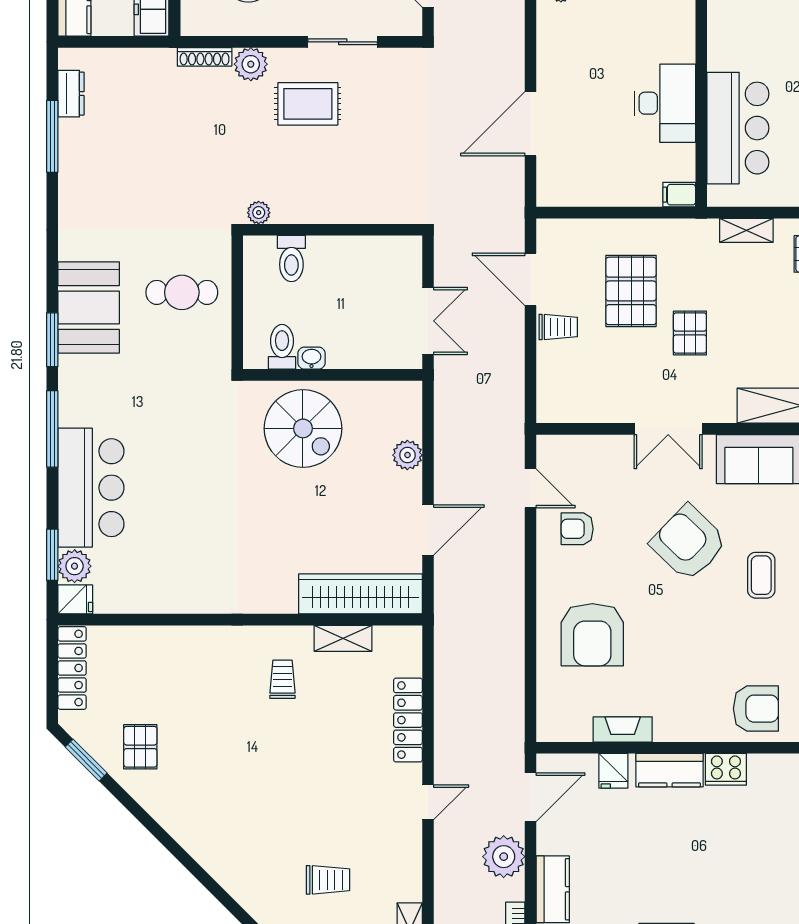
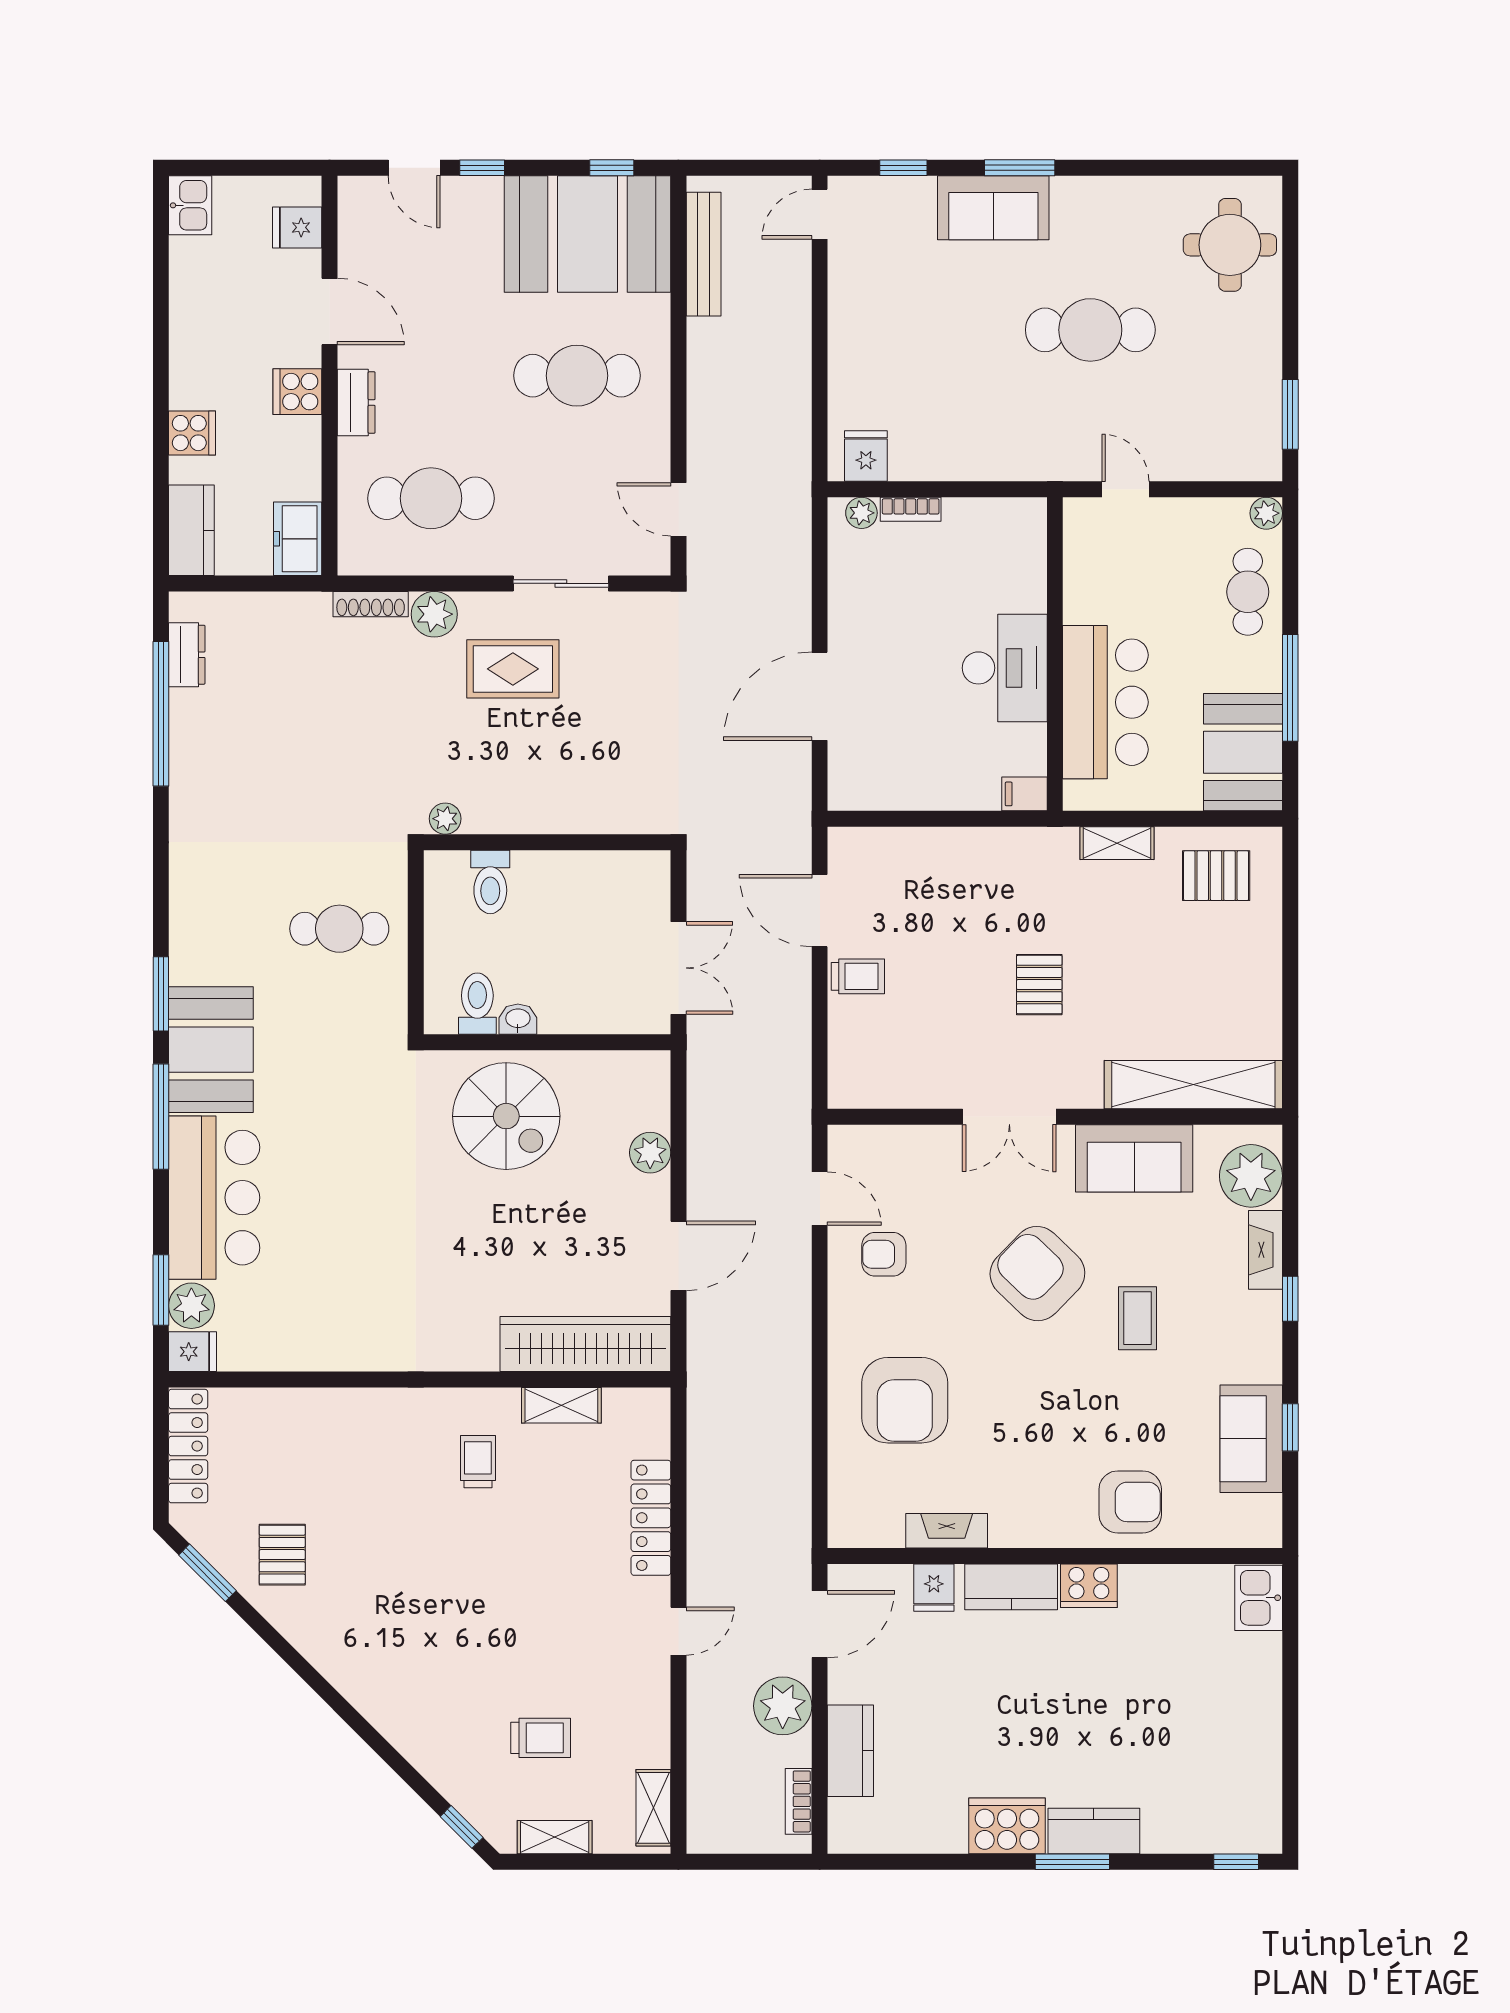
window: (52, 136) -> (161, 714), width x1.46
pallet: (631, 291) -> (958, 927), removed
booth: (89, 307) -> (211, 1050), moved

